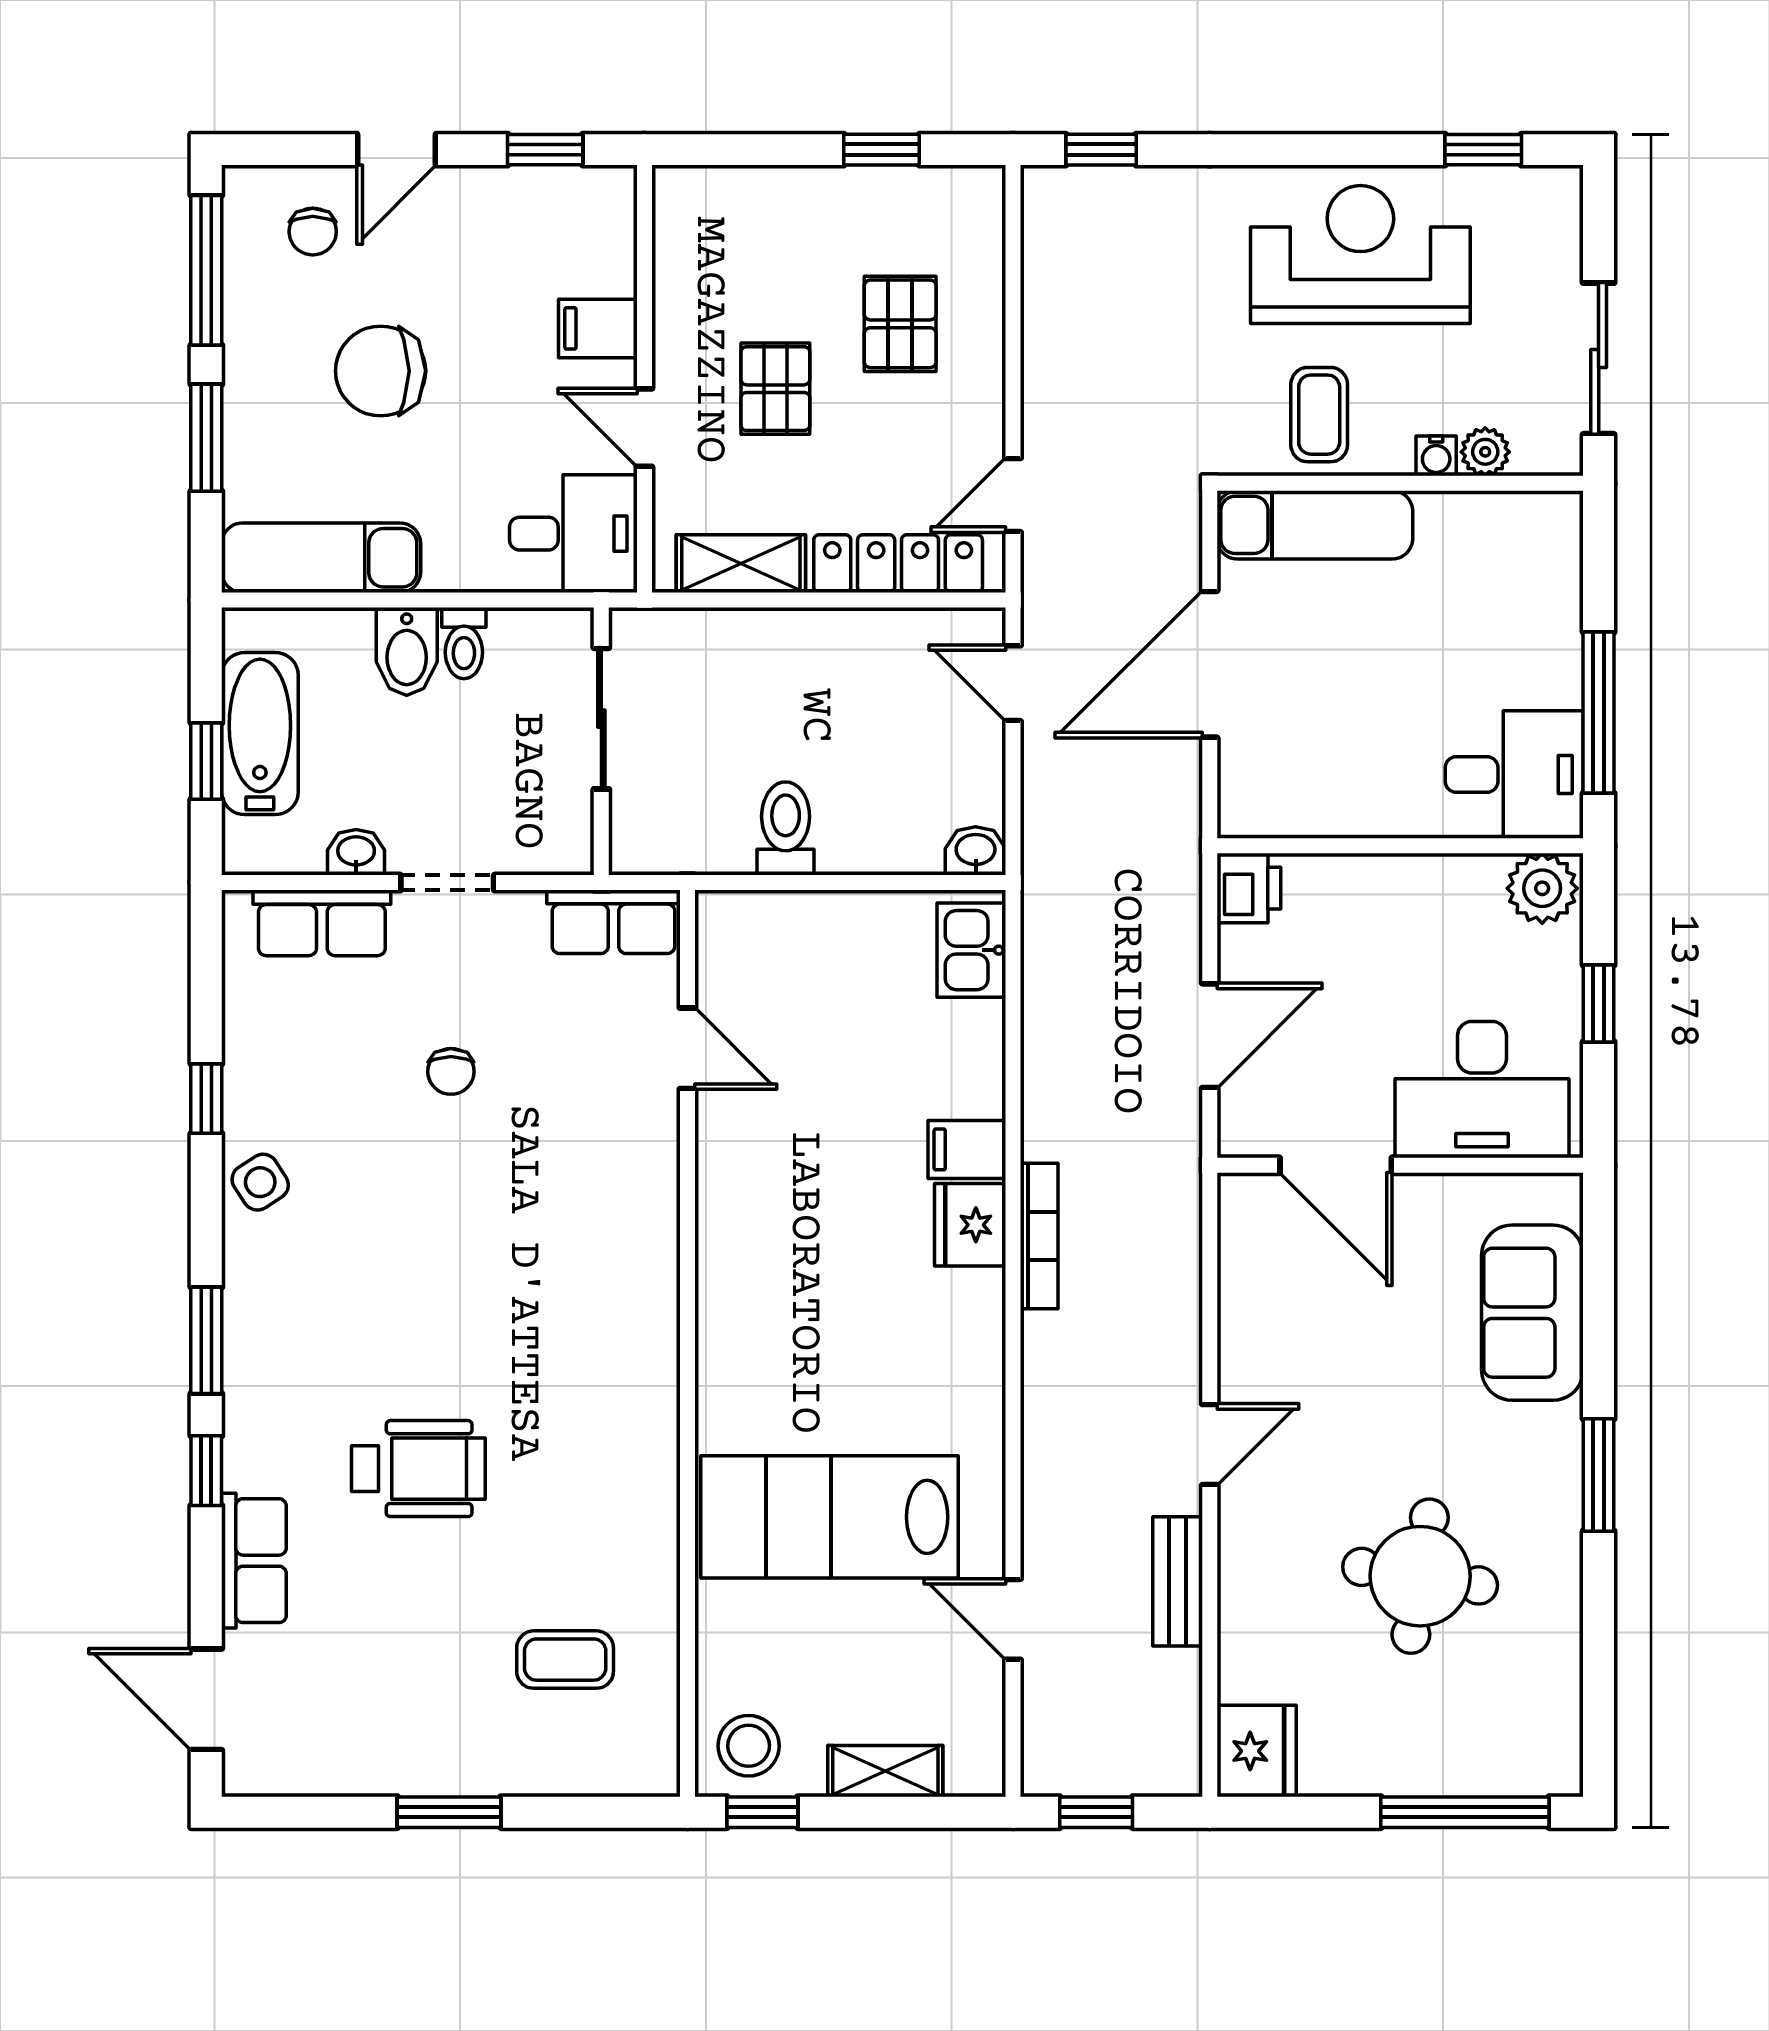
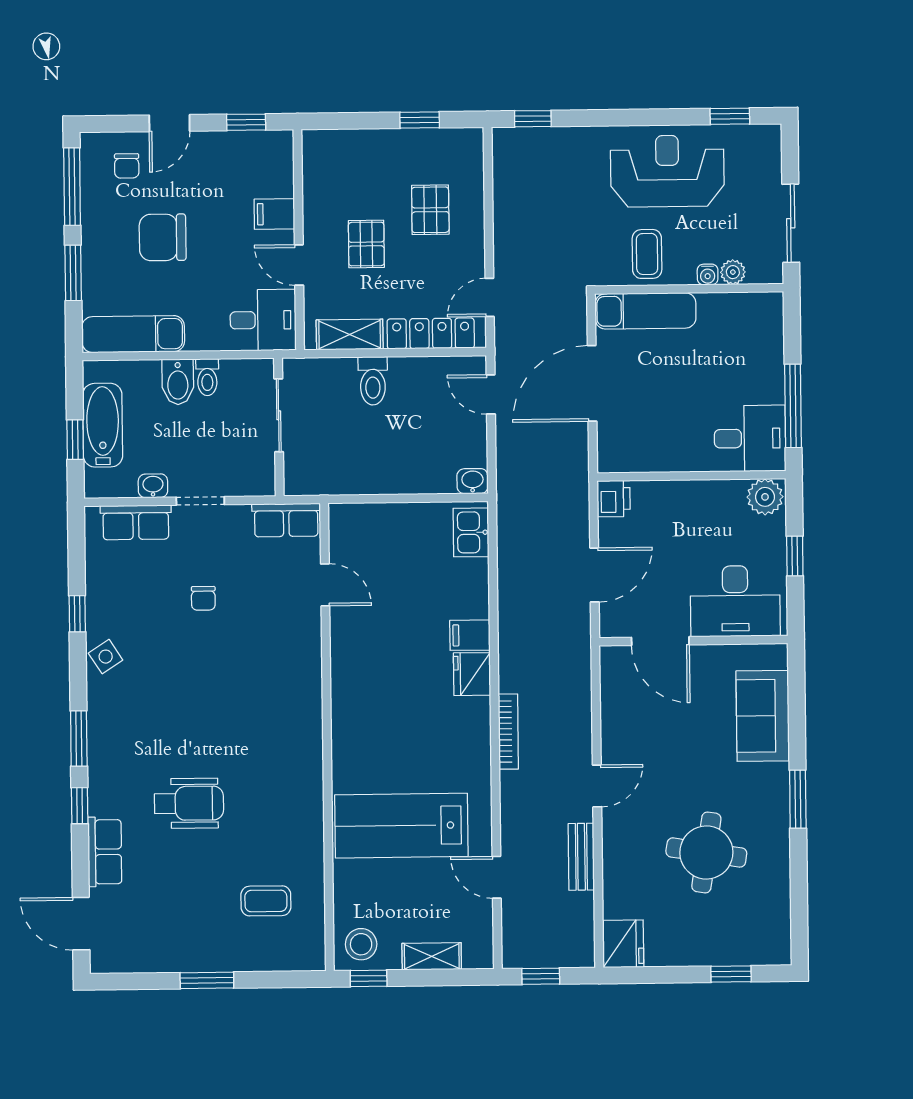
toilet: (786, 829) -> (373, 381), moved, turned 180
bookcase: (1039, 1236) -> (508, 732), moved
window: (1465, 1812) -> (731, 974), width x0.46

